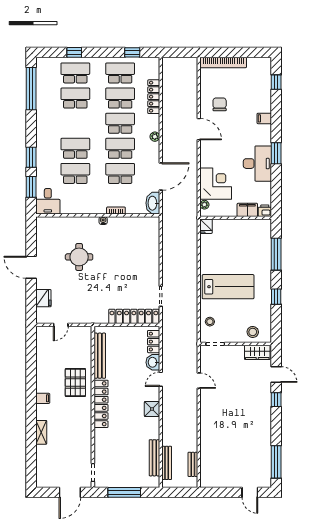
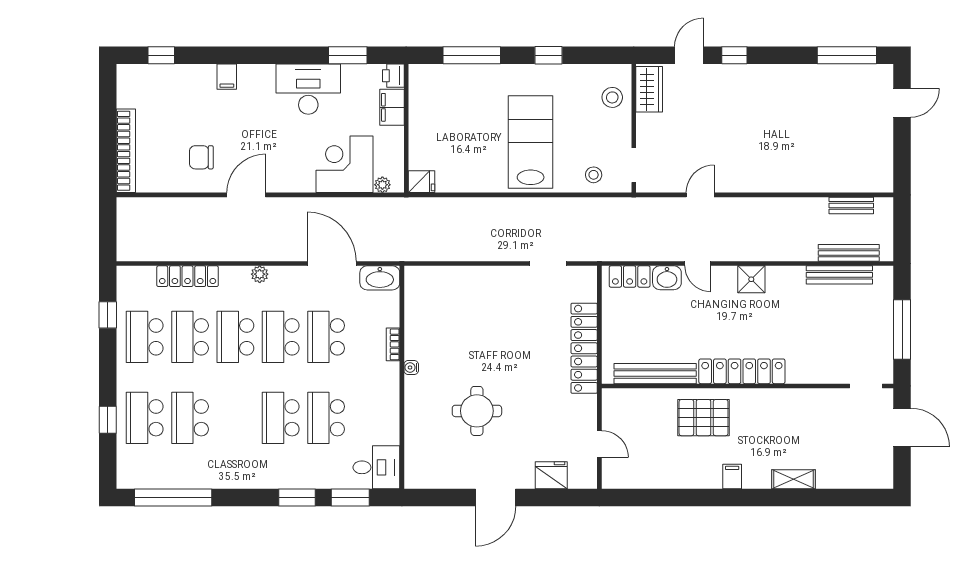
window: (276, 153) -> (348, 55), moved
locker: (134, 316) -> (584, 348), moved

